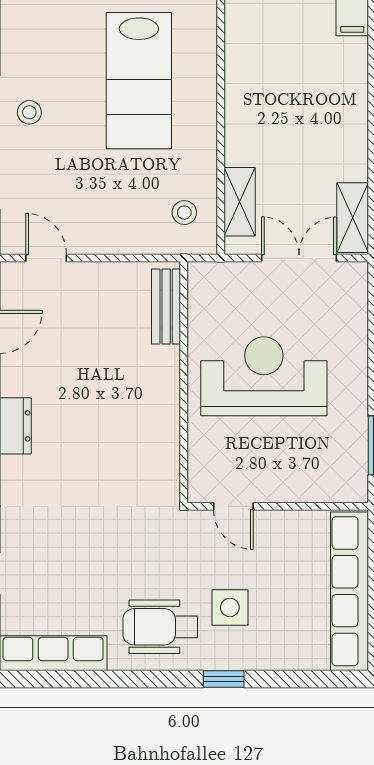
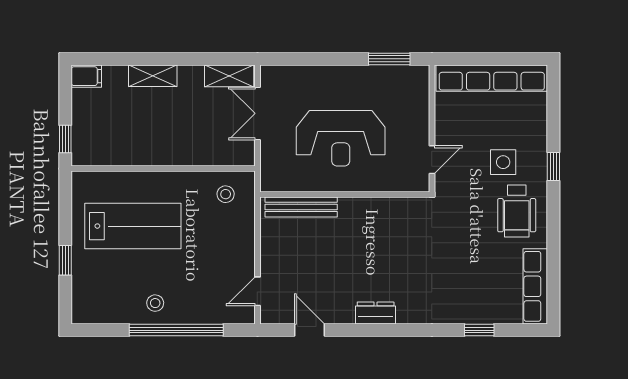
shelving: (240, 202) -> (153, 76), moved
bench: (166, 306) -> (301, 207), width x1.36
reception desk: (264, 376) -> (341, 138), turned -90

